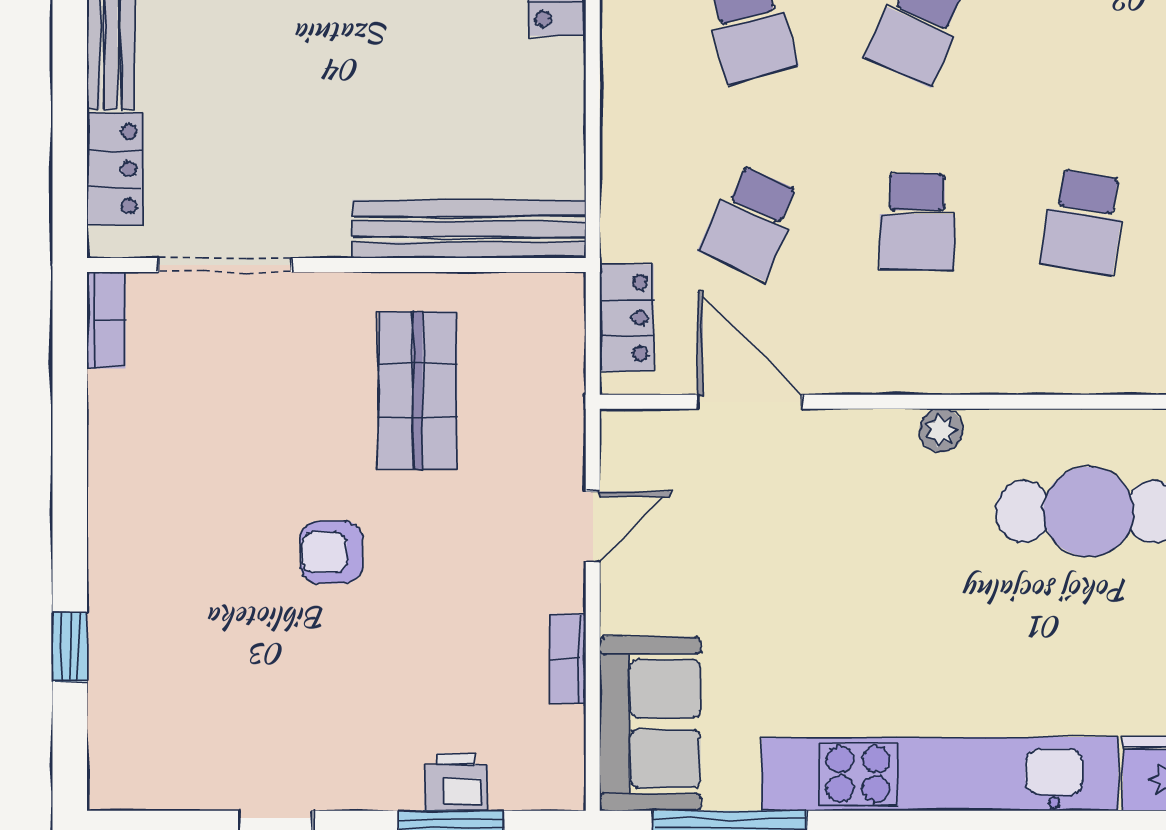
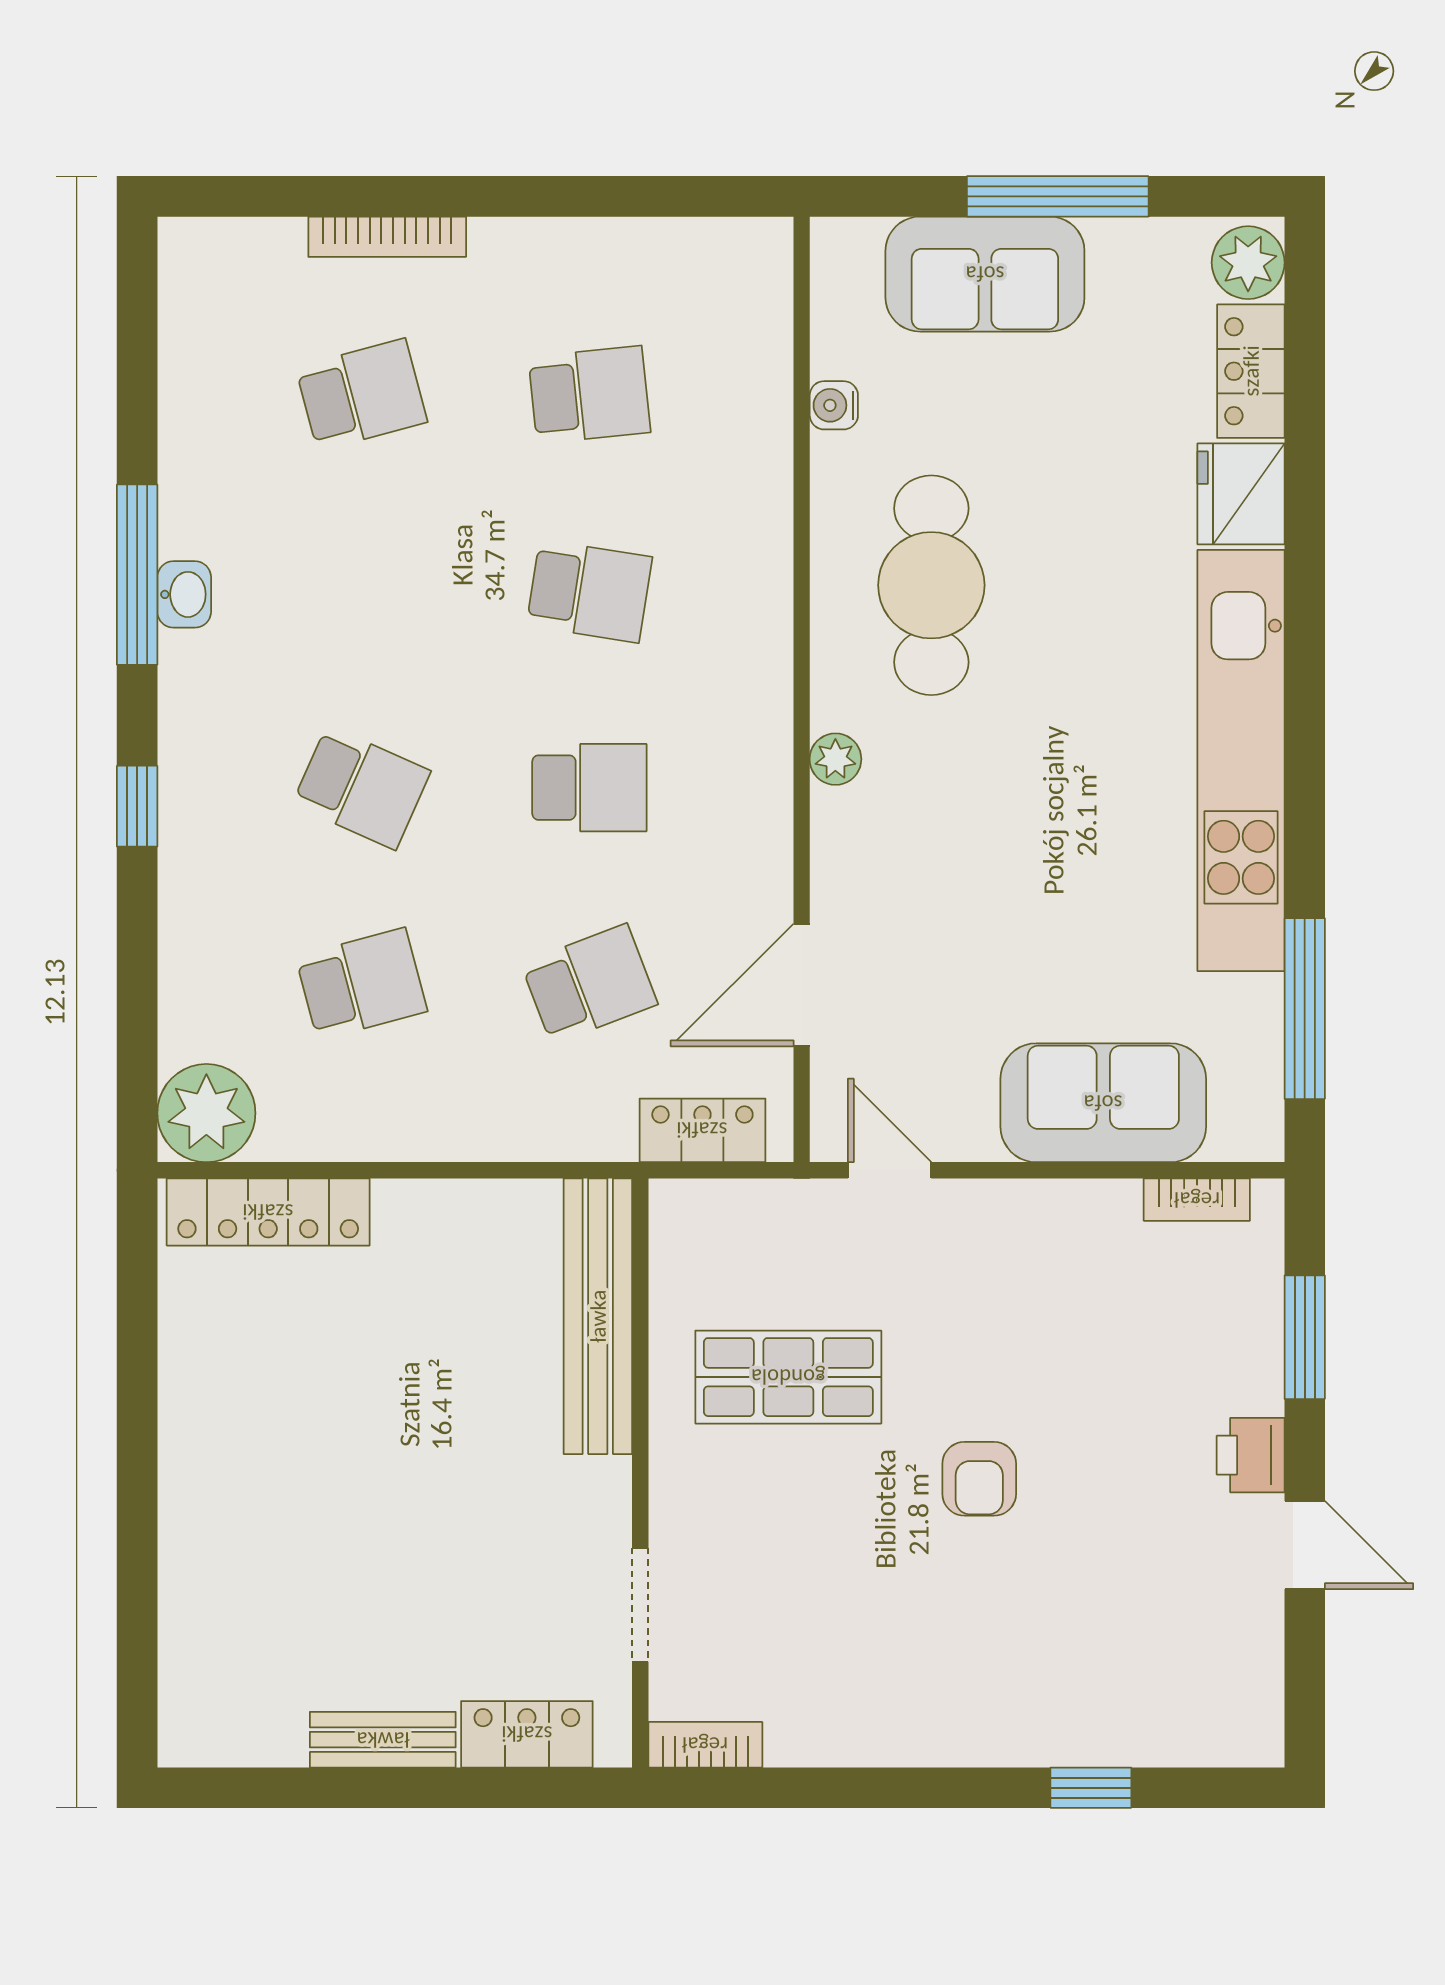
school desk: (751, 222) -> (589, 984), turned -45
doorway: (225, 265) -> (640, 1605), width x0.73
door: (593, 527) -> (890, 1170), moved
bookcase: (568, 659) -> (1197, 1200), moved
sofa: (650, 724) -> (1103, 1103), moved
printer: (456, 782) -> (1251, 1455), moved

